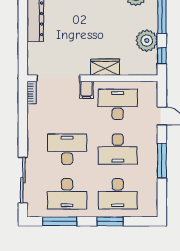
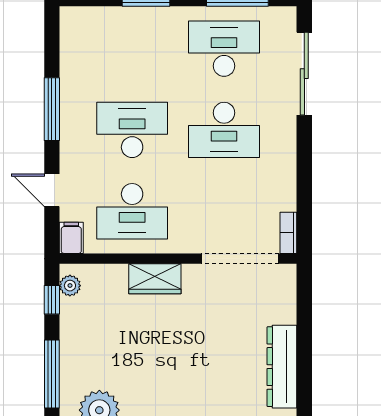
plant: (147, 41) -> (70, 286), moved, width x0.53, depth x0.53
filing cabinet: (87, 90) -> (71, 238), moved
desk: (118, 194) -> (132, 49), removed

